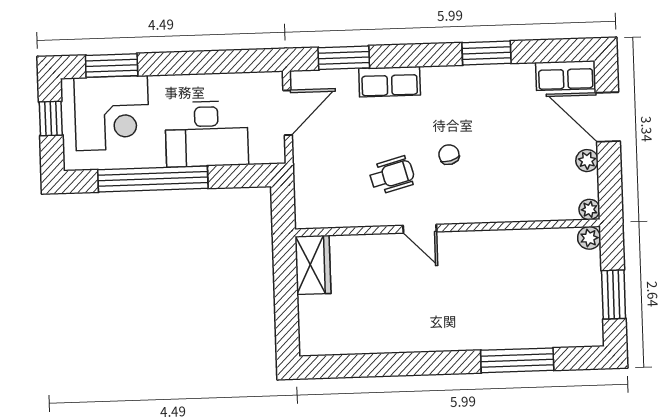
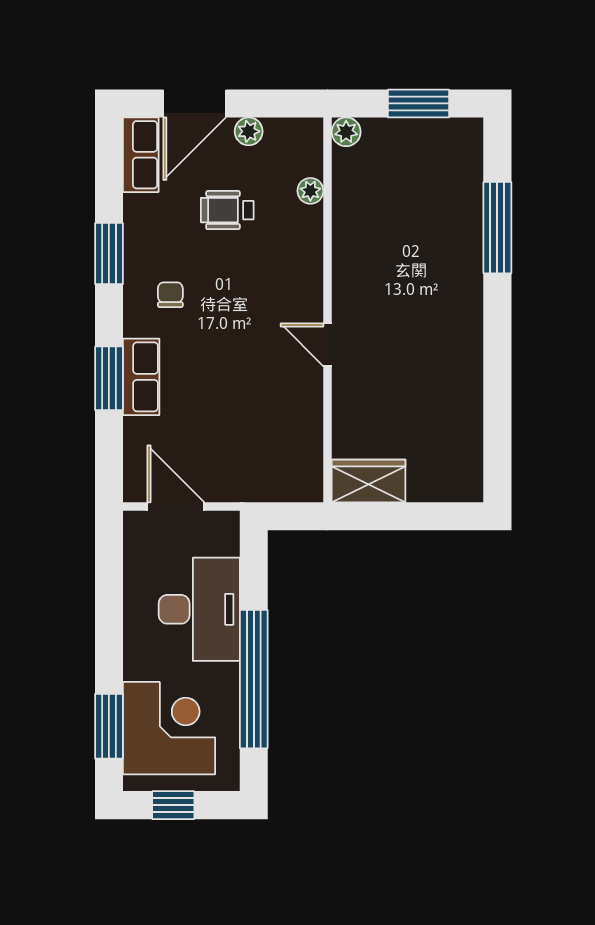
window: (344, 58) -> (109, 378), moved
chair: (449, 155) -> (170, 295), moved, turned 105
wheelchair: (392, 175) -> (227, 210), moved, turned -75
plant: (589, 209) -> (310, 191), moved
door: (420, 229) -> (328, 345), swing flipped

